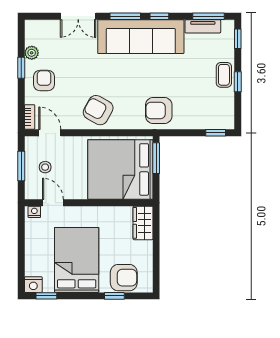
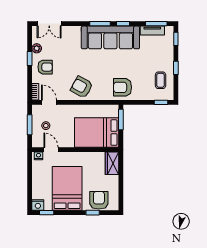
double door: (78, 16) -> (49, 24), moved
coffee table: (224, 75) -> (161, 80), moved
armchair: (44, 81) -> (45, 67), turned 90
bed: (120, 169) -> (97, 133), width x0.73
armchair: (124, 278) -> (99, 200), turned -90

